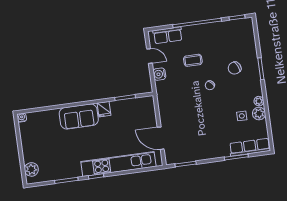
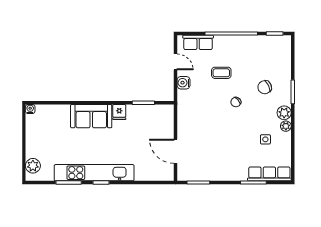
plant: (259, 114) -> (284, 113), moved
kitchen unit: (118, 164) -> (94, 173), moved

